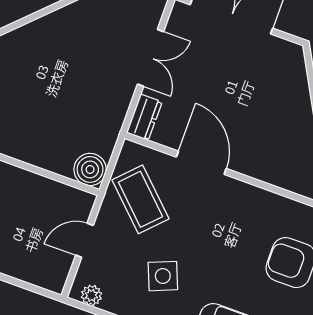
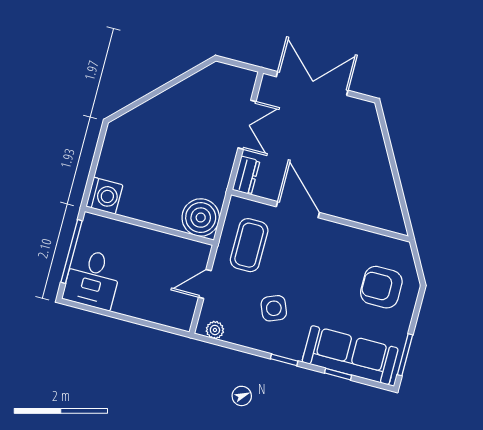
boiler: (90, 169) -> (201, 218), width x1.37, depth x1.37
coffee table: (140, 199) -> (249, 245), turned 46

